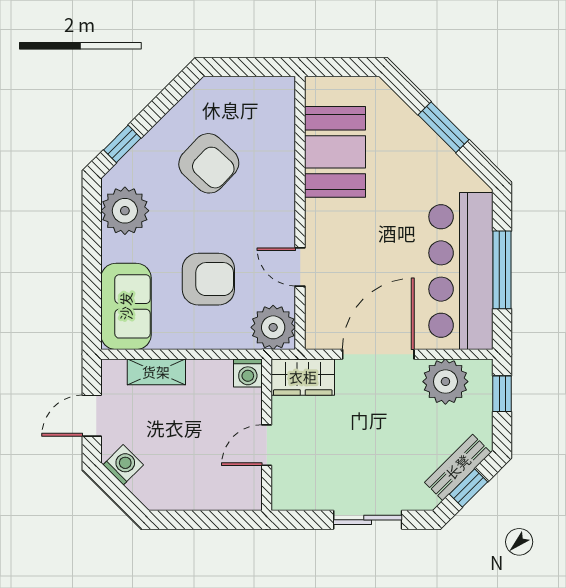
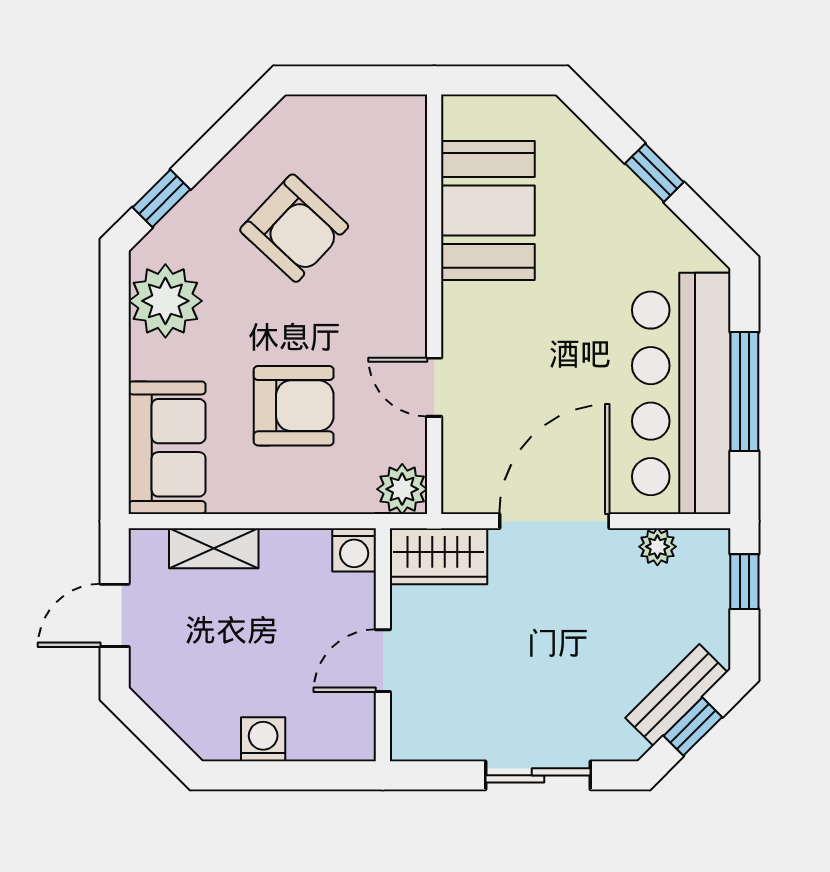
window: (443, 127) -> (654, 173), width x0.67
plant: (273, 327) -> (402, 489), width x0.73, depth x0.73
plant: (445, 382) -> (657, 547), width x0.53, depth x0.53
washing machine: (123, 465) -> (263, 739), moved, turned -45

